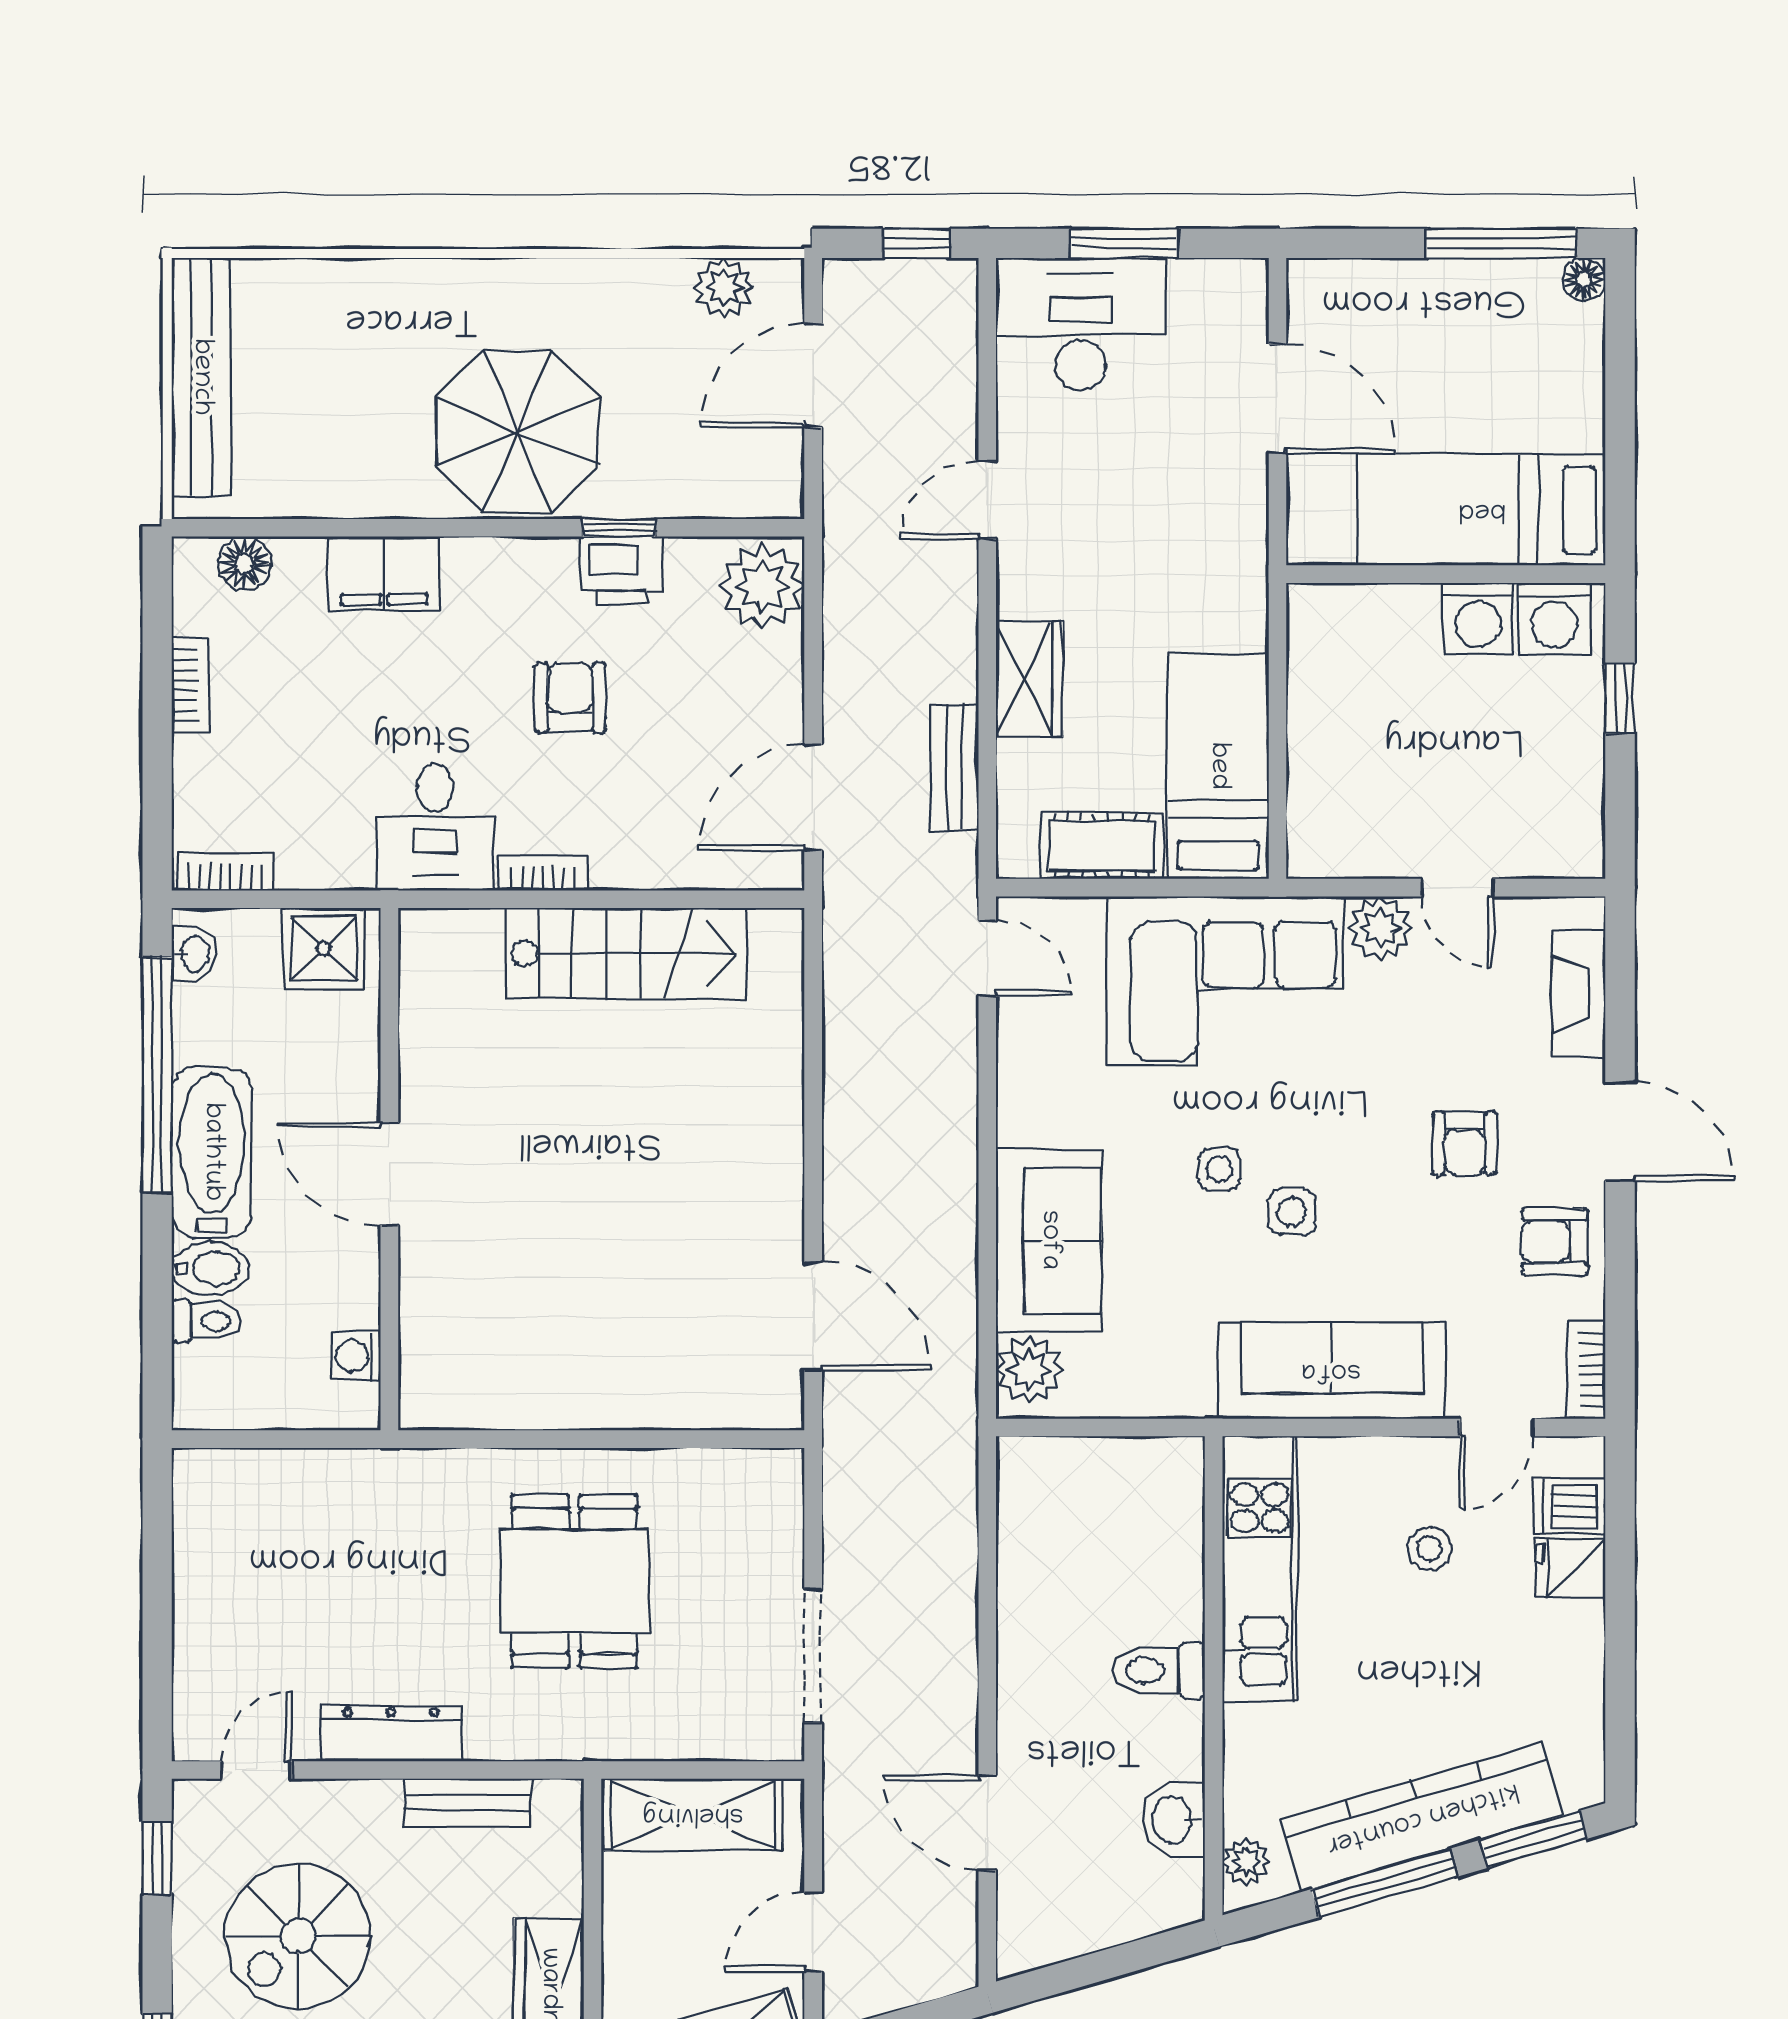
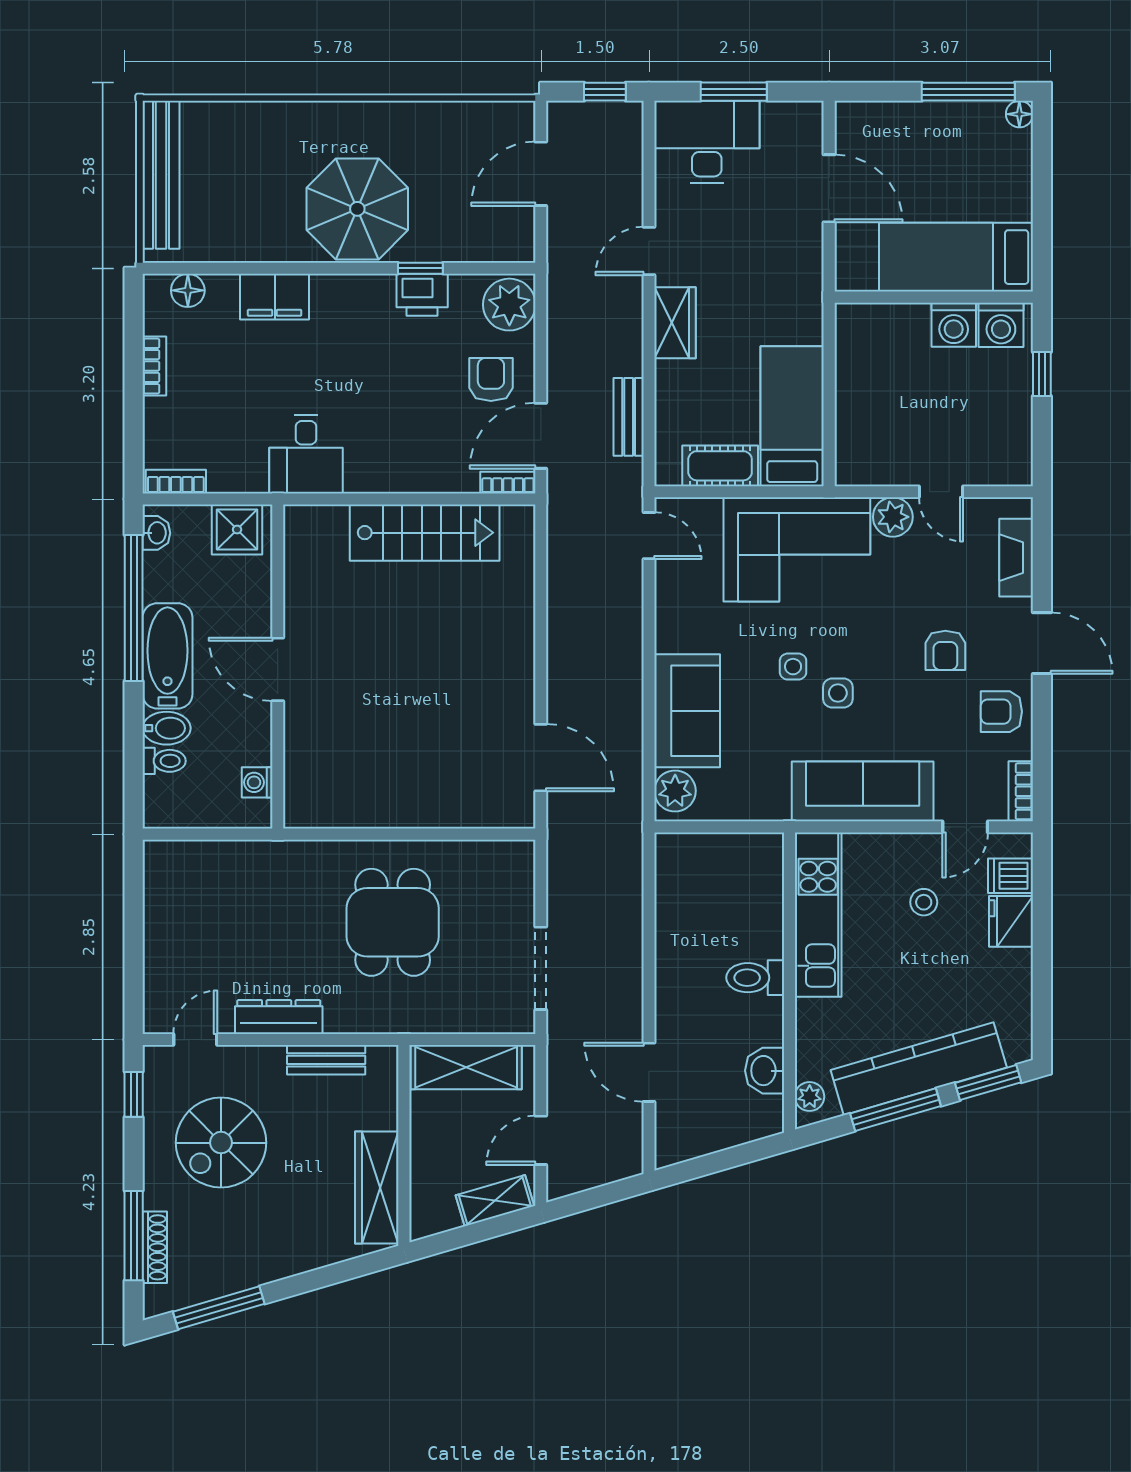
plant: (724, 288) -> (485, 119), removed
wardrobe: (1029, 679) -> (675, 323), moved
armchair: (570, 698) -> (491, 379), moved
bookcase: (543, 873) -> (508, 483), moved
fridge: (1570, 1568) -> (1011, 921), width x1.38

